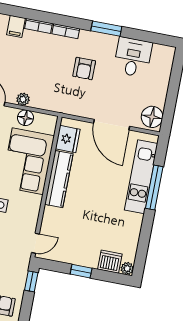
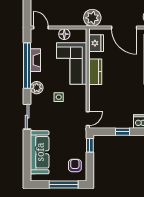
plant: (23, 99) -> (92, 18), moved, width x1.88, depth x1.88
kitchen counter: (59, 179) -> (95, 72), width x0.67

